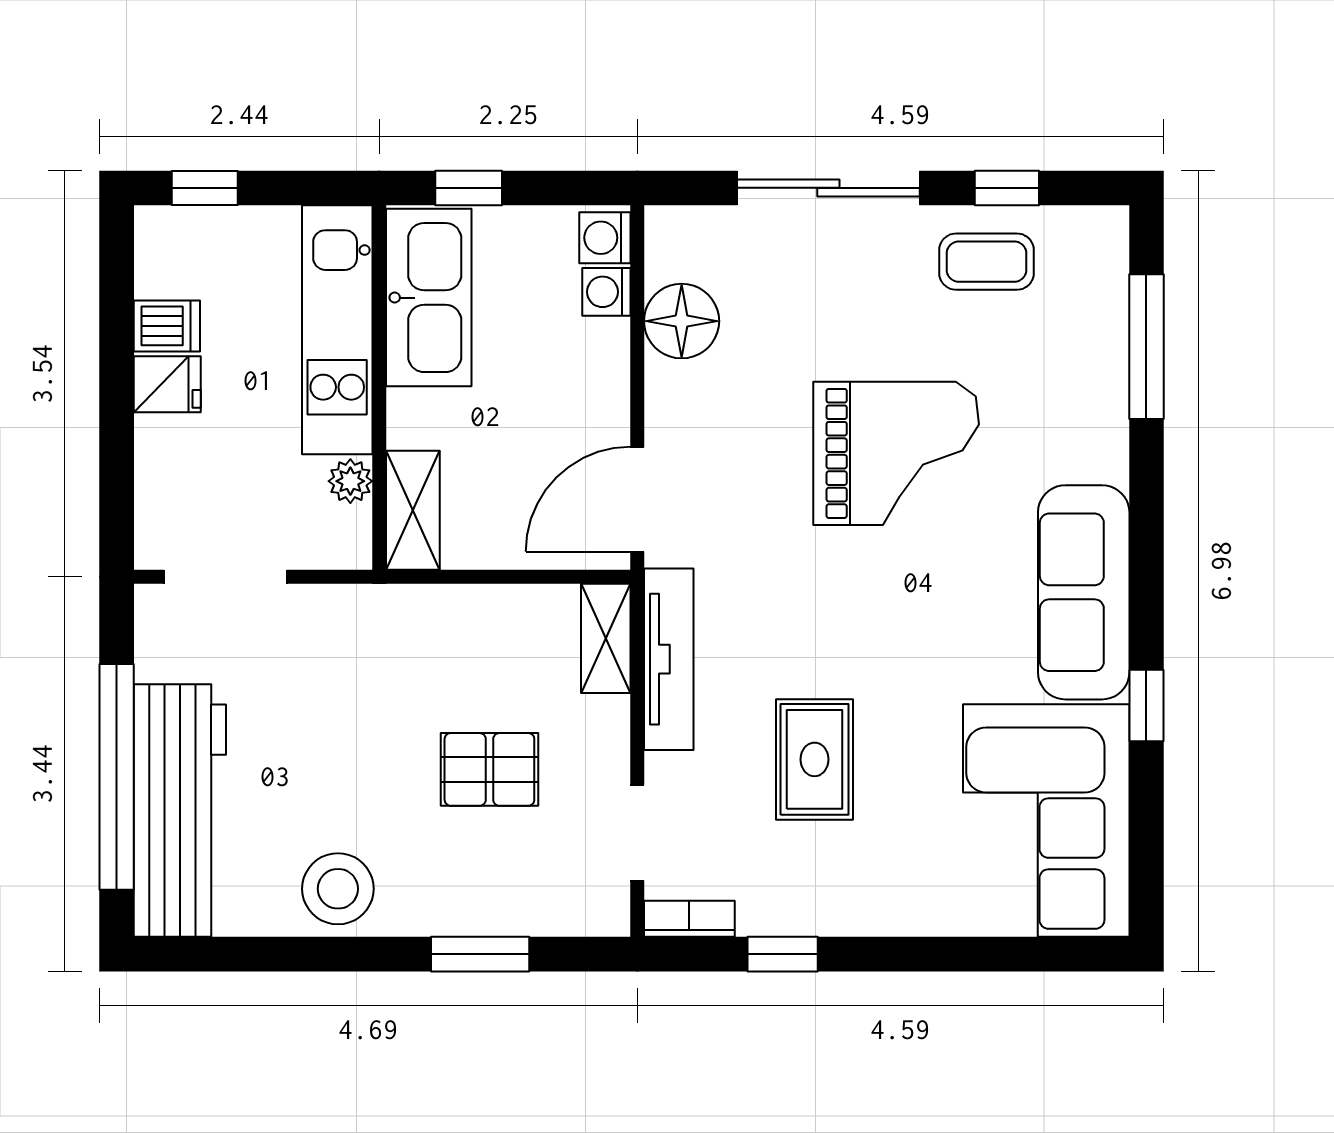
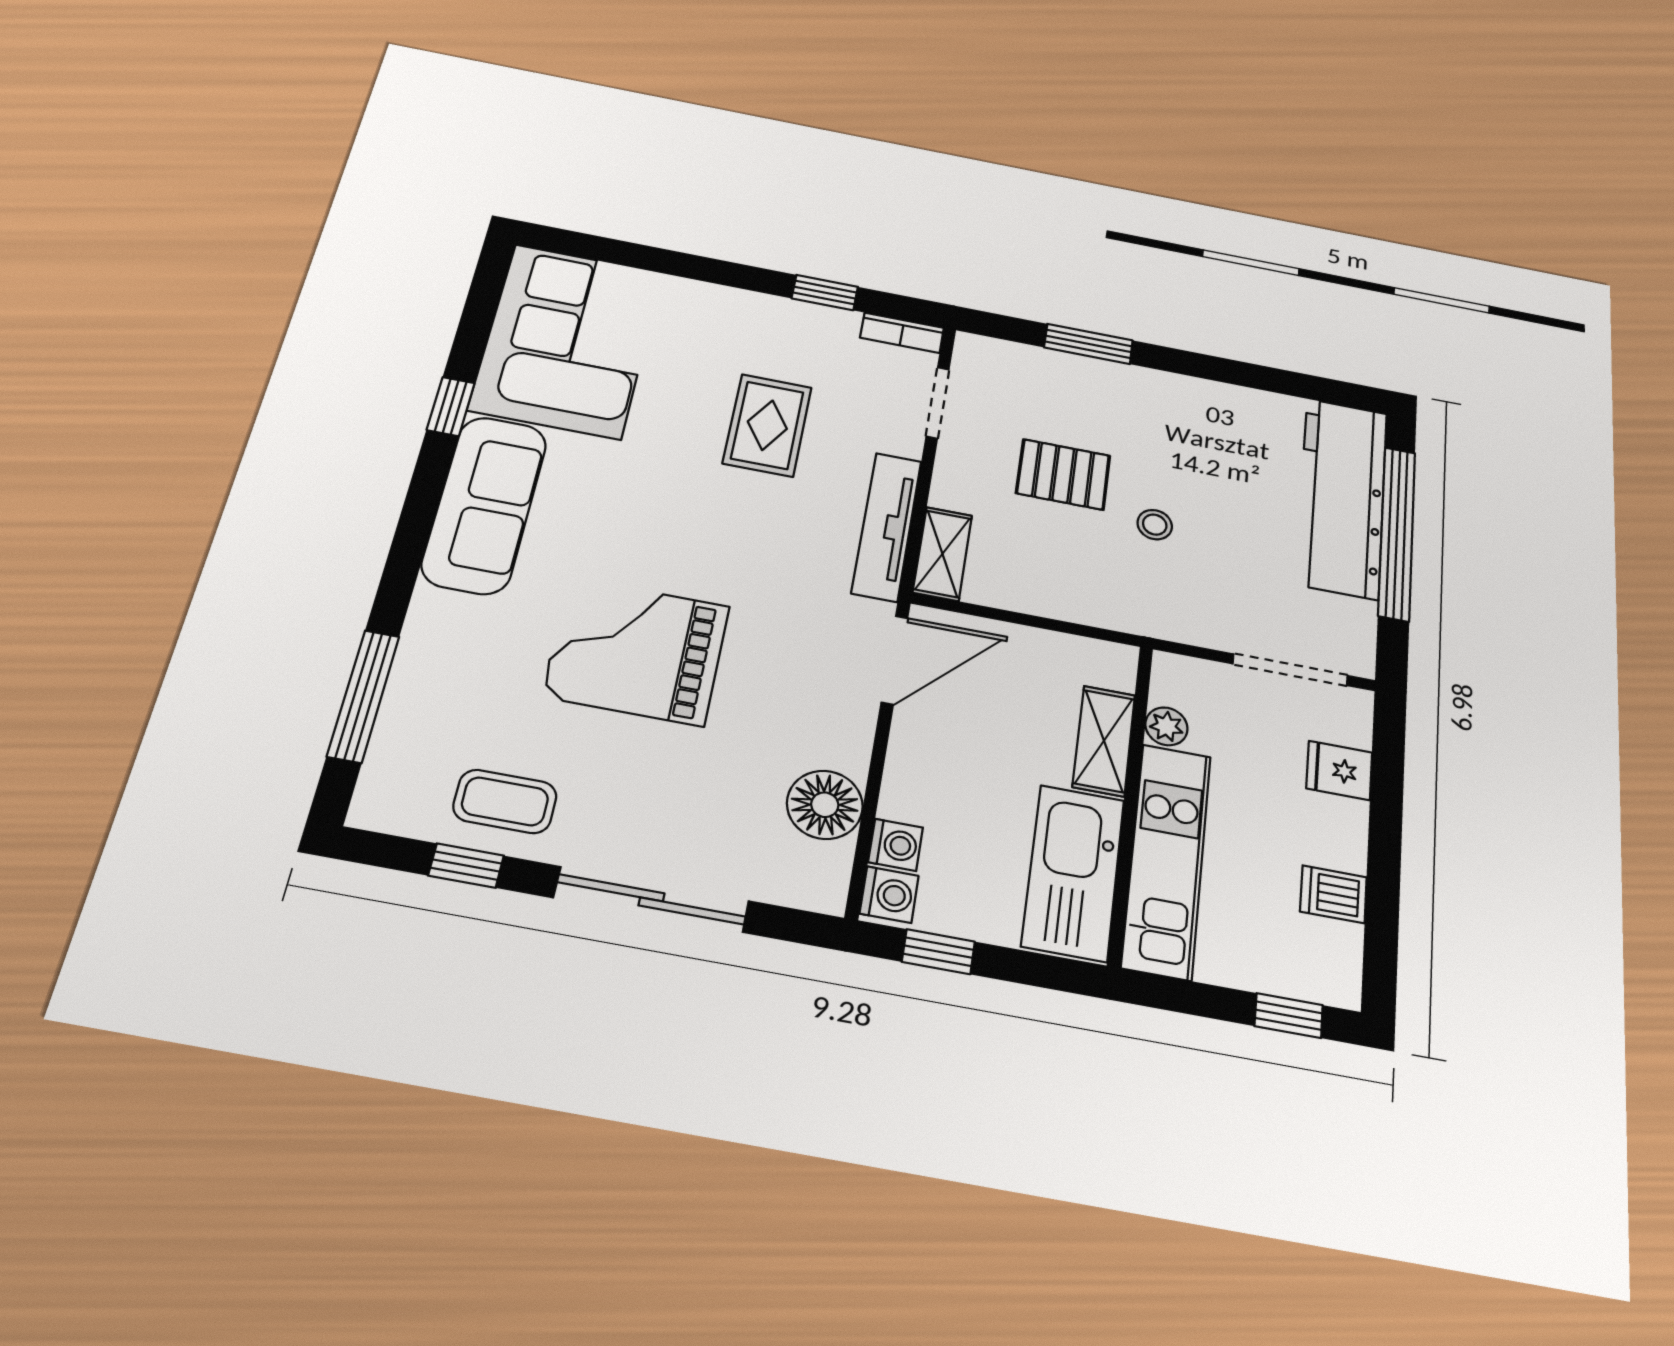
window: (469, 188) -> (938, 952), moved
fridge: (167, 384) -> (1339, 770), moved
shelving: (413, 510) -> (1104, 741), moved
stool: (338, 889) -> (1155, 525), moved, width x0.53, depth x0.53

